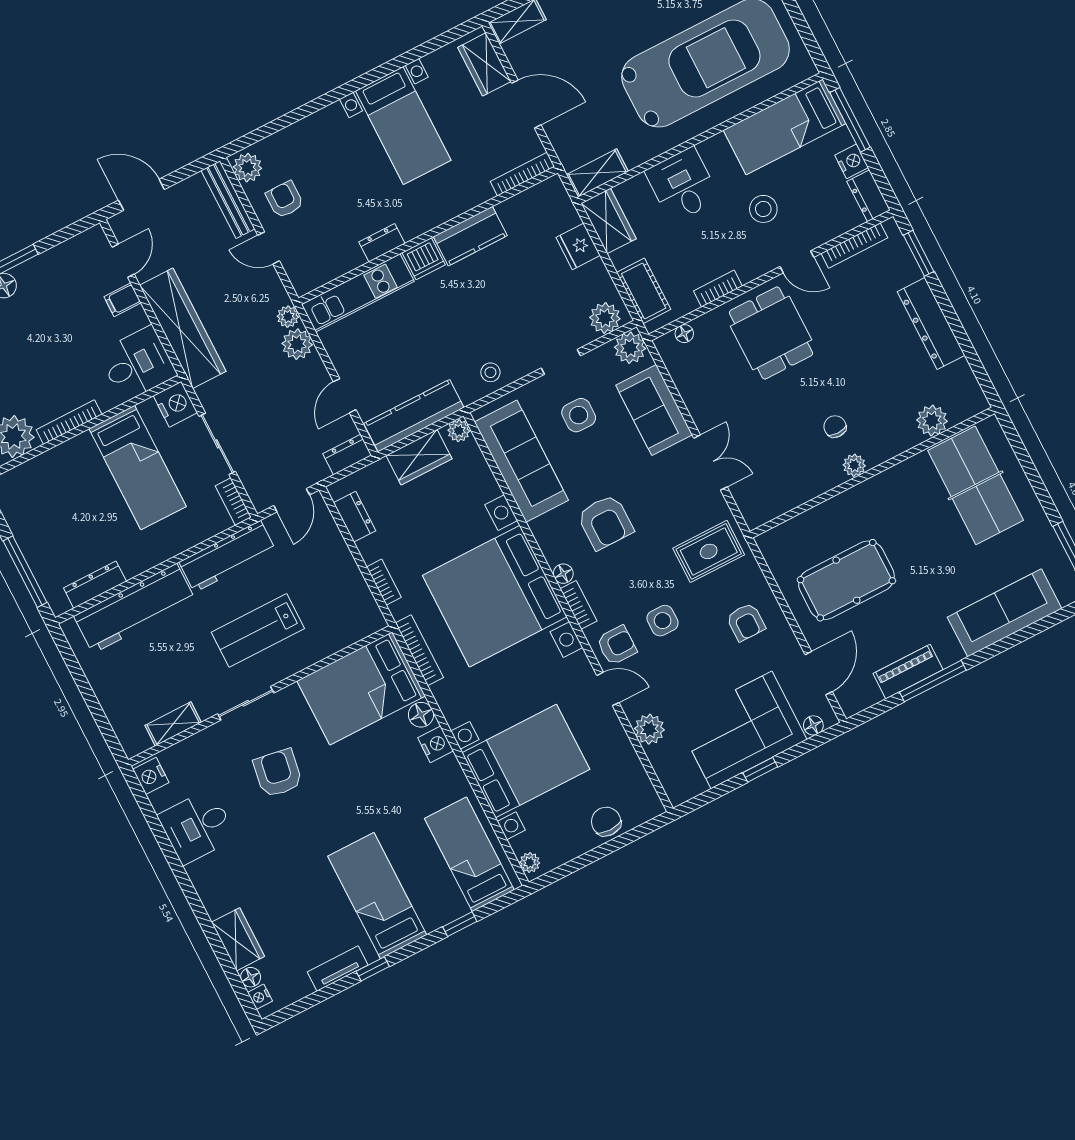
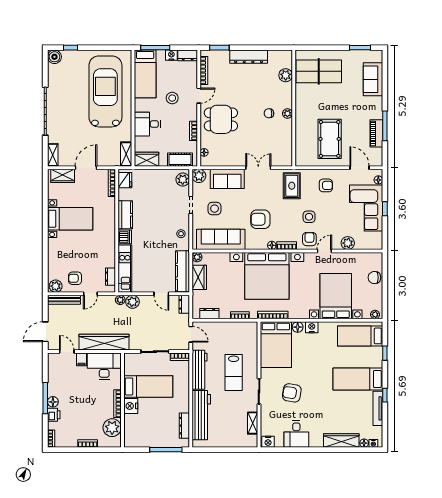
dresser: (382, 243) -> (110, 277), moved
fridge: (578, 246) -> (125, 180), moved, turned -90
desk: (138, 364) -> (104, 366), width x1.37
nightstand: (175, 404) -> (131, 406), moved, turned -90
armchair: (605, 522) -> (260, 219), turned 180
sofa: (1005, 613) -> (373, 79), width x0.73
wardrobe: (238, 939) -> (341, 441), width x1.50
tv unit: (338, 969) -> (378, 408), width x1.41

